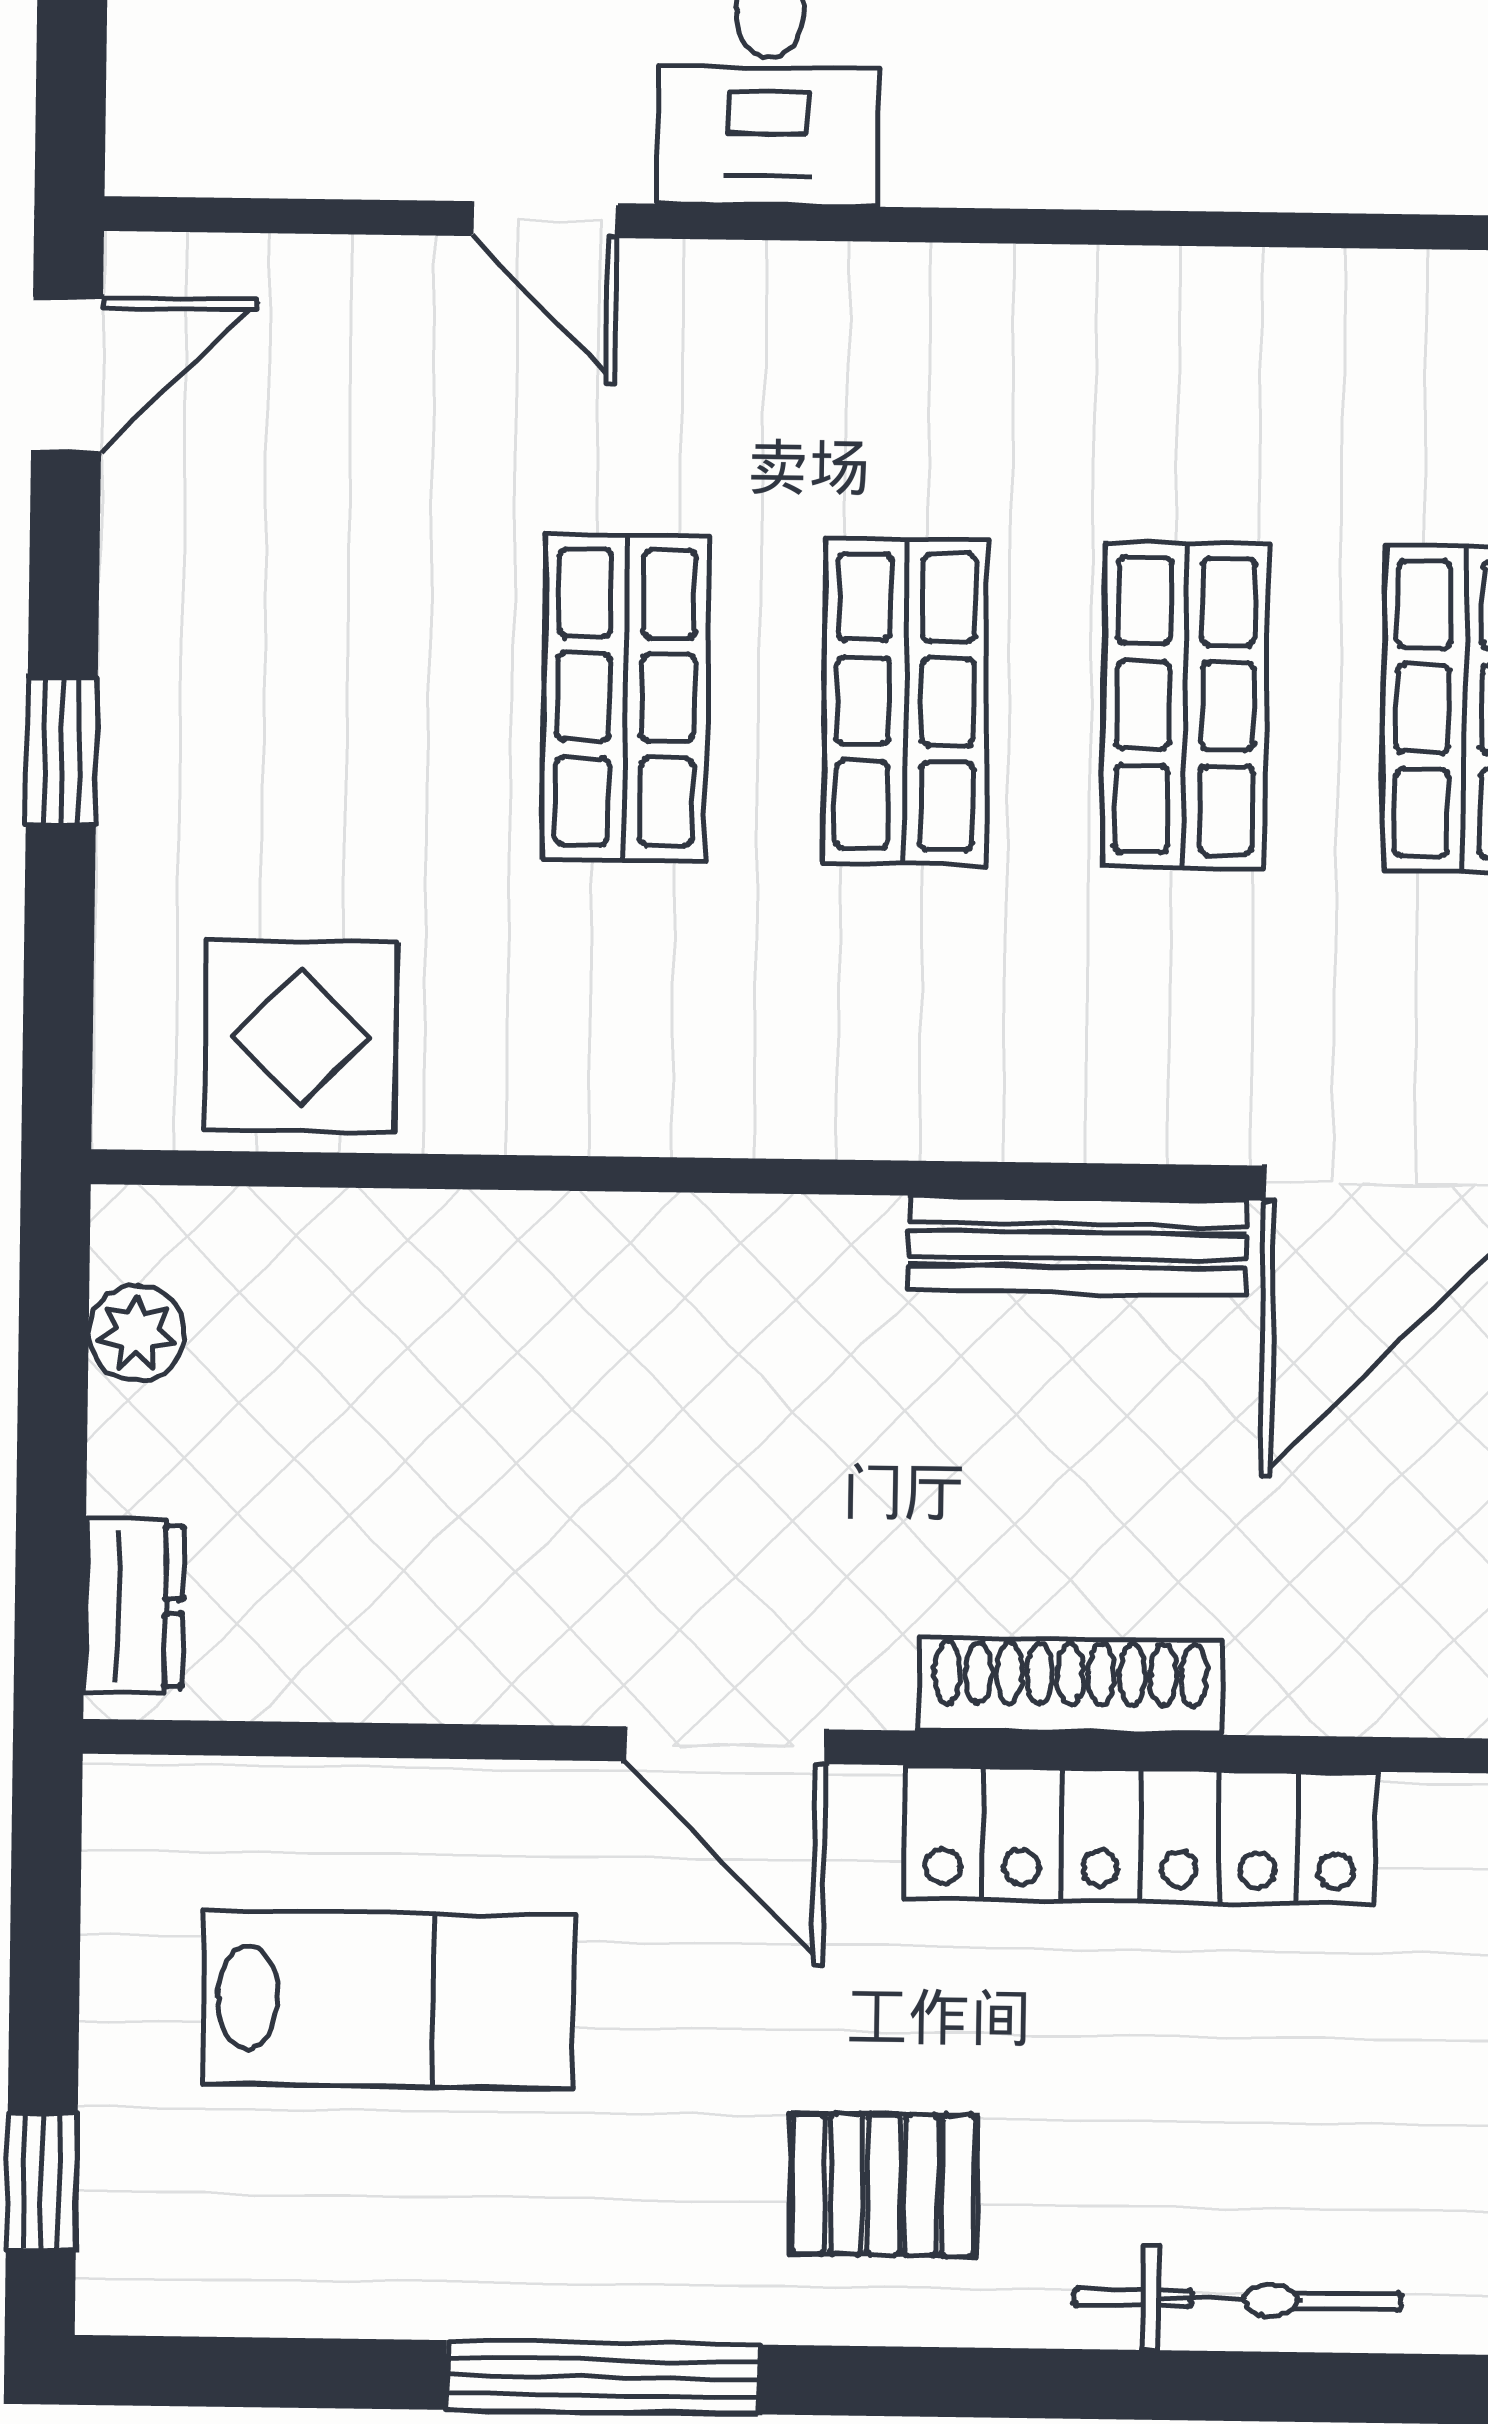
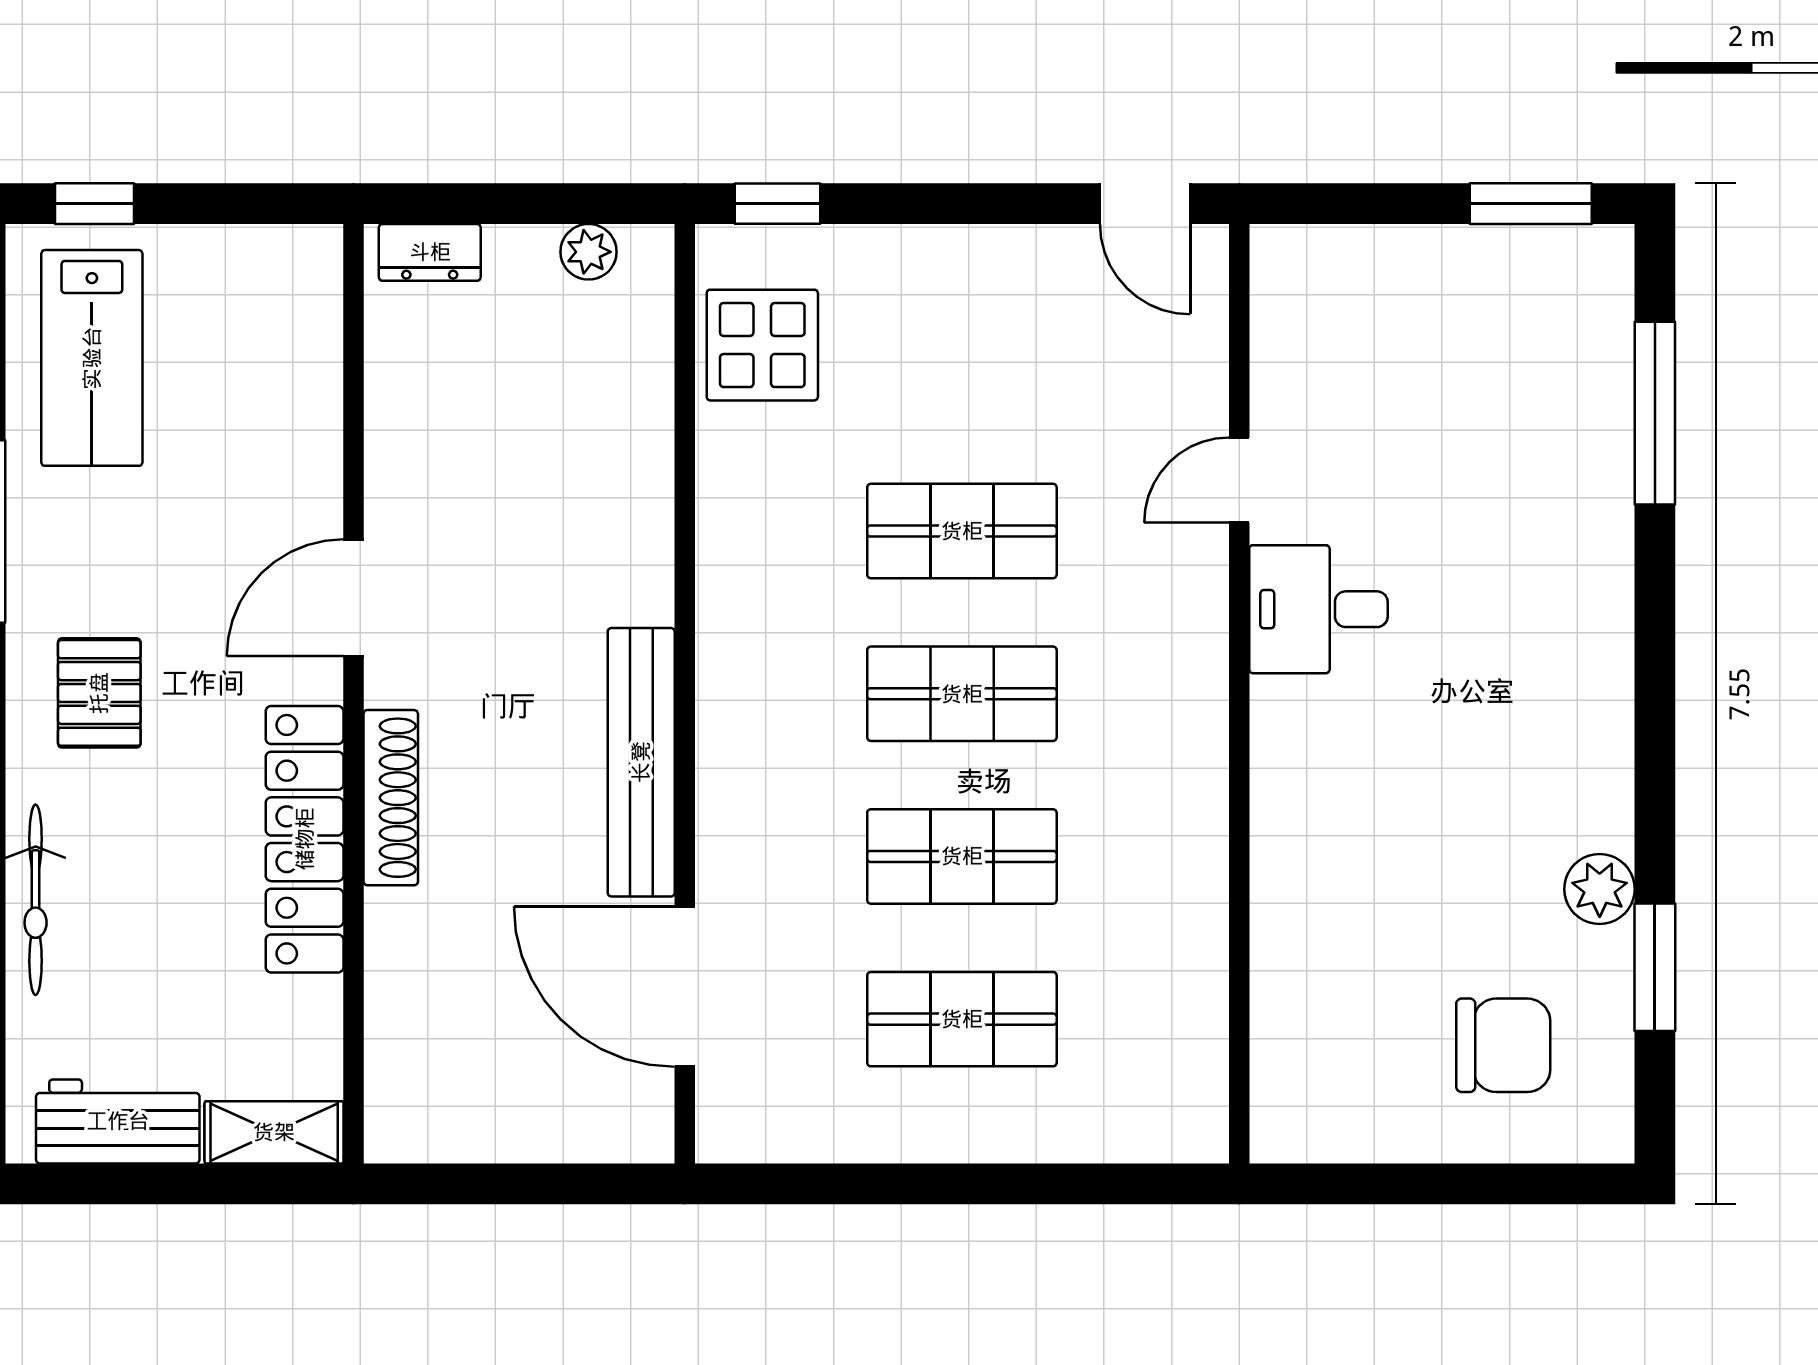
window: (62, 751) -> (777, 204), moved
bench: (1078, 1245) -> (641, 762), width x1.37, depth x1.21
lab bench: (389, 1999) -> (92, 358), moved

